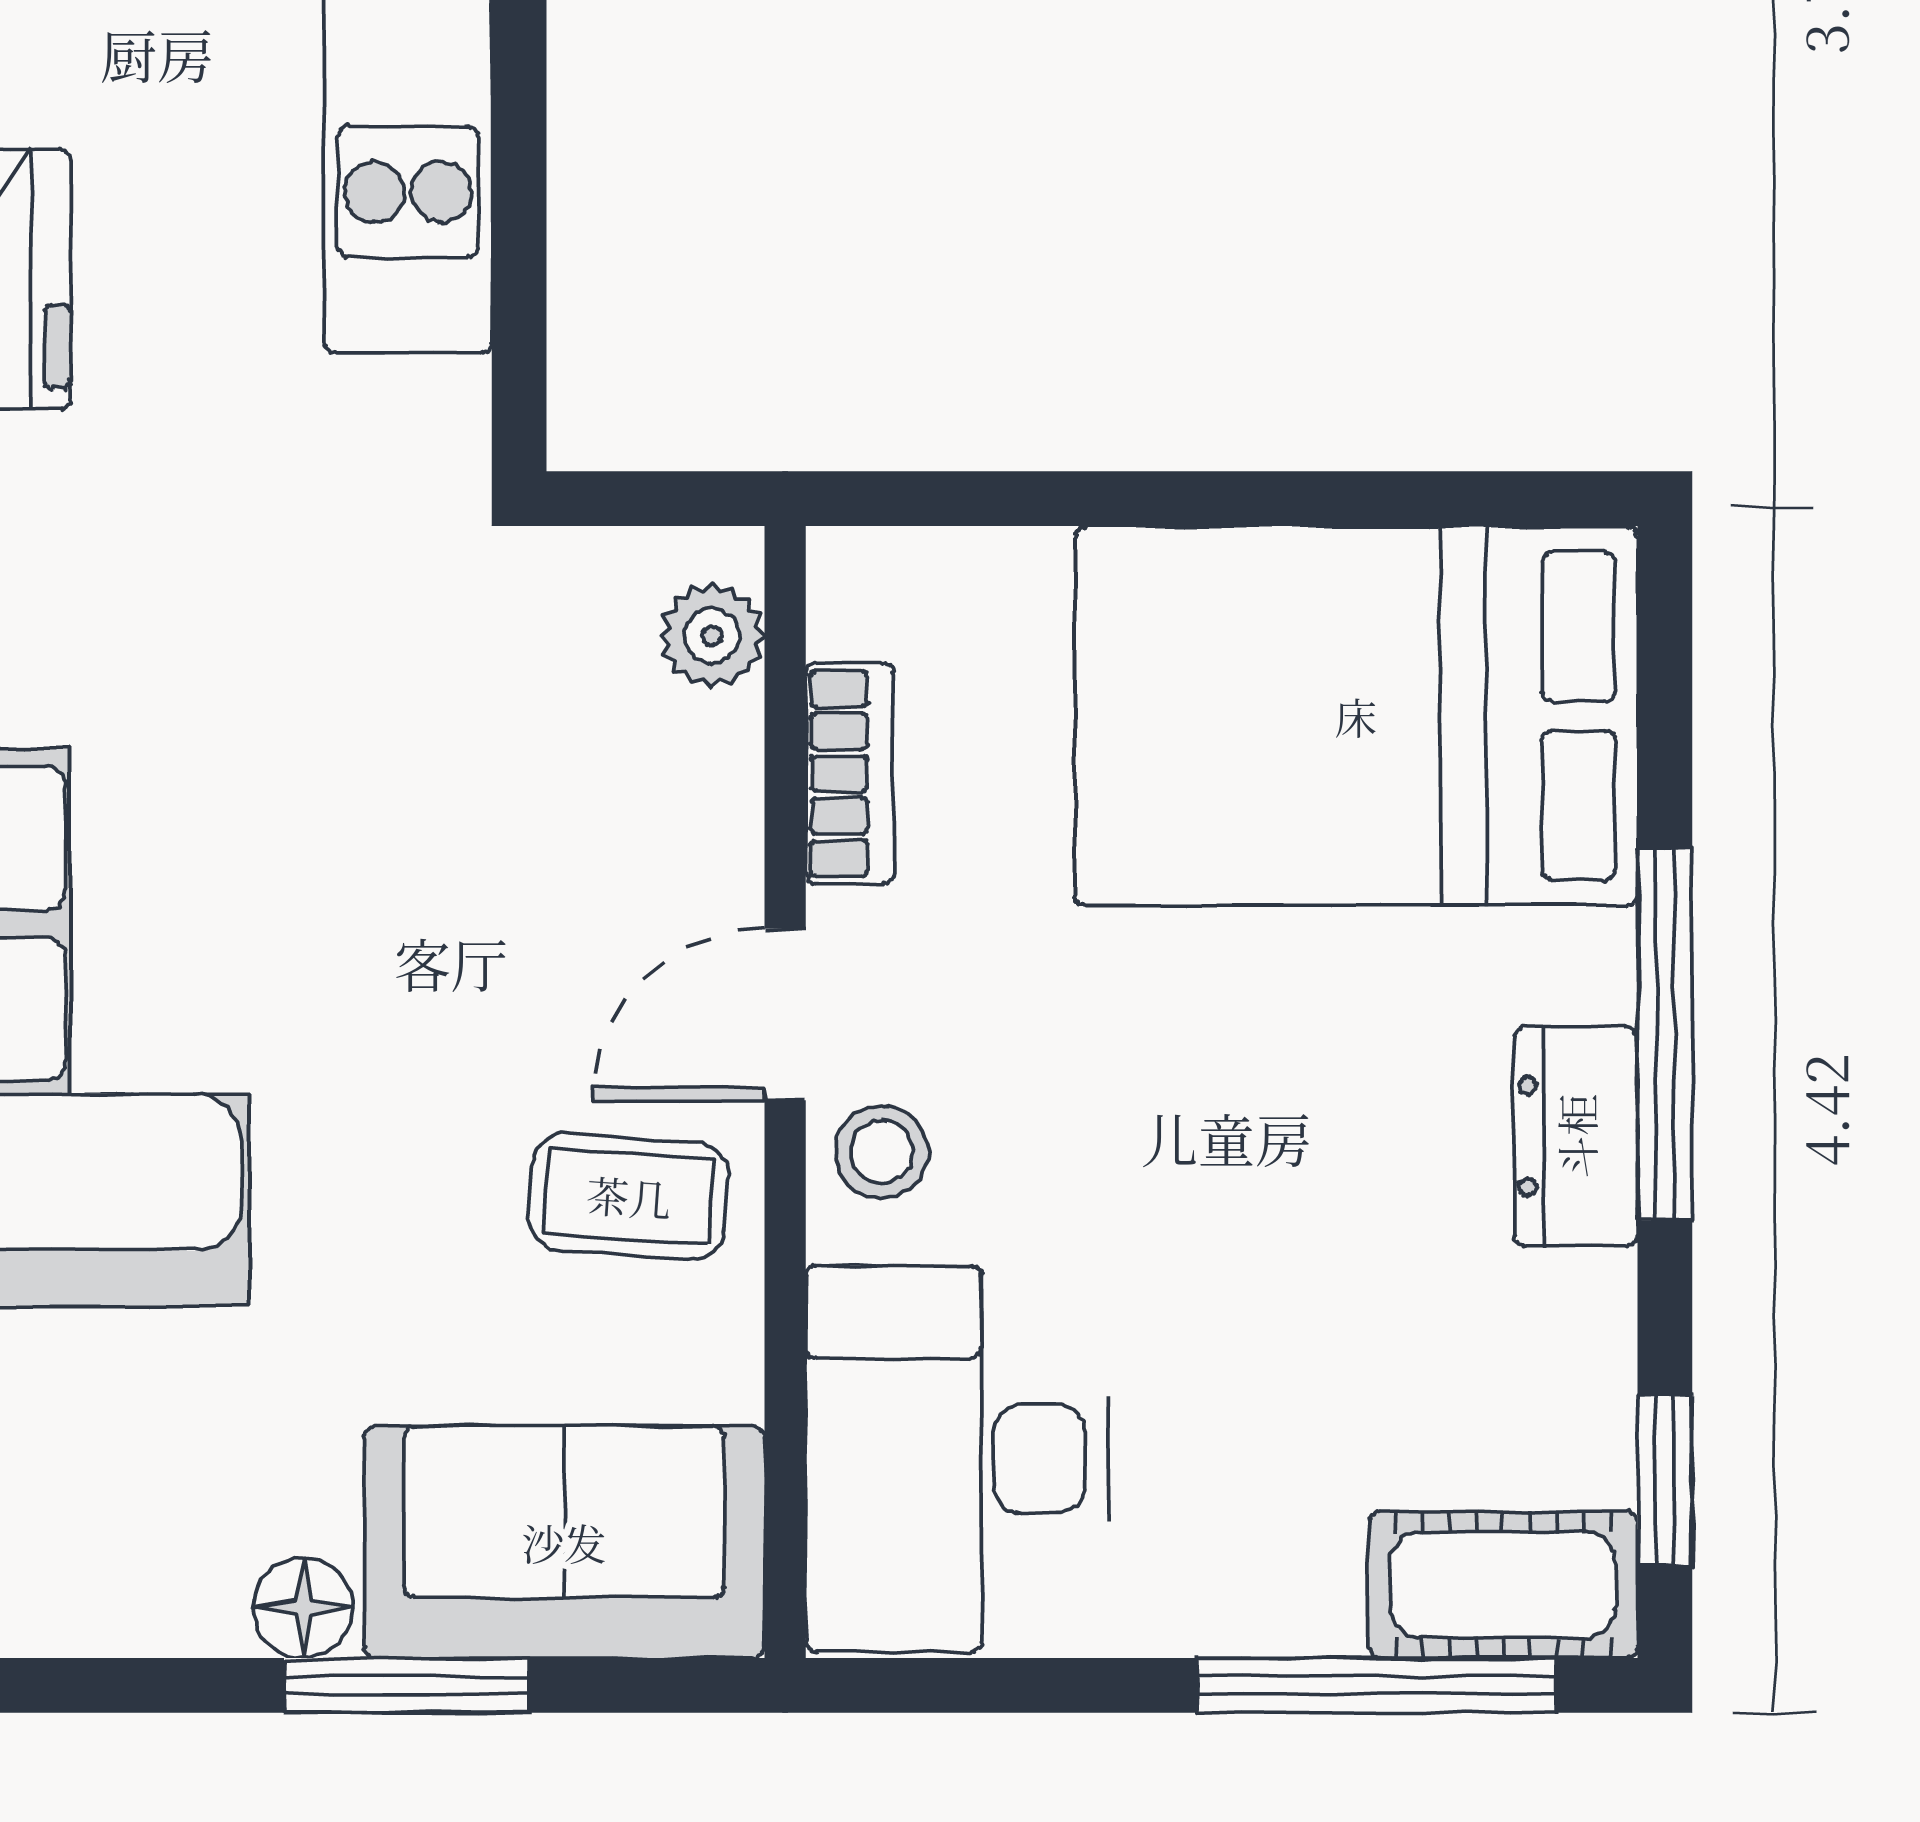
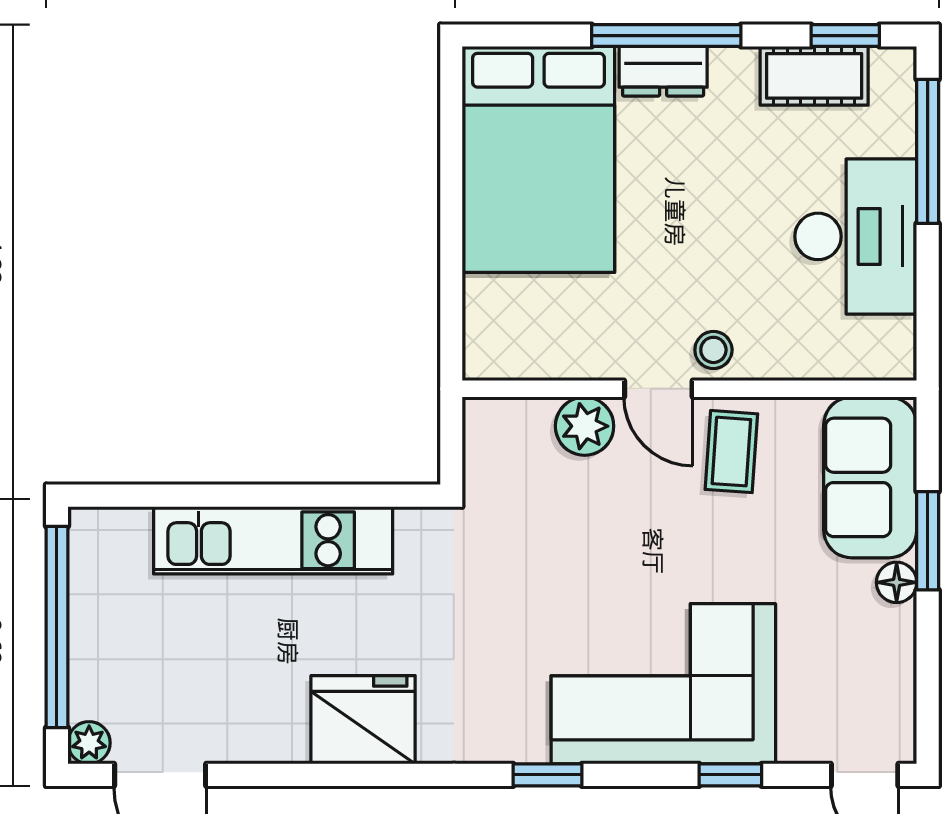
plant: (712, 636) -> (585, 426), moved, width x1.38, depth x1.38
bookcase: (850, 774) -> (562, 363), removed
dresser: (1576, 1136) -> (663, 71), moved
desk: (957, 1459) -> (856, 236), moved, turned -90
cot: (1503, 1585) -> (814, 76), moved, turned 90

